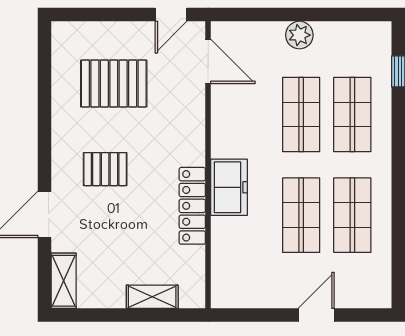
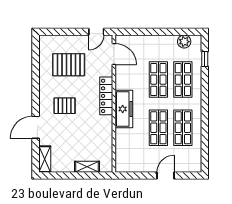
plant: (299, 35) -> (184, 42), moved
freezer: (229, 187) -> (124, 109), width x1.40
locker: (192, 206) -> (106, 96), moved

